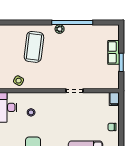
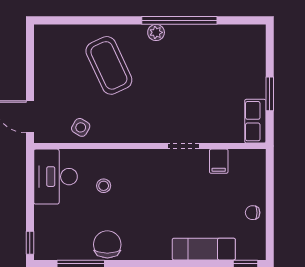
coffee table: (34, 47) -> (109, 65), turned -32
row of seats: (114, 52) -> (255, 121), moved
filing cabinet: (114, 99) -> (219, 161), moved

